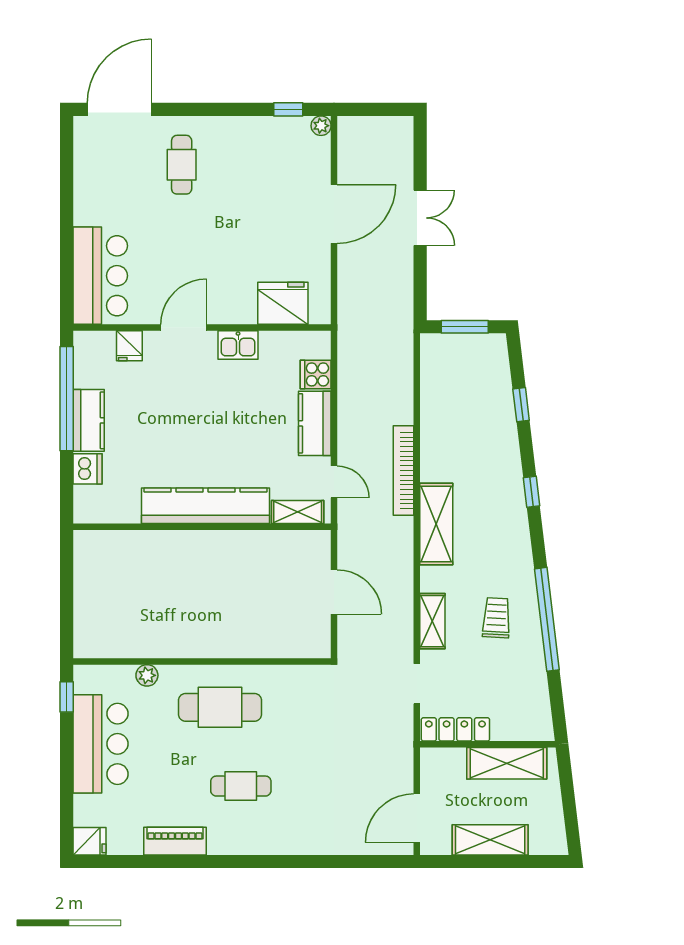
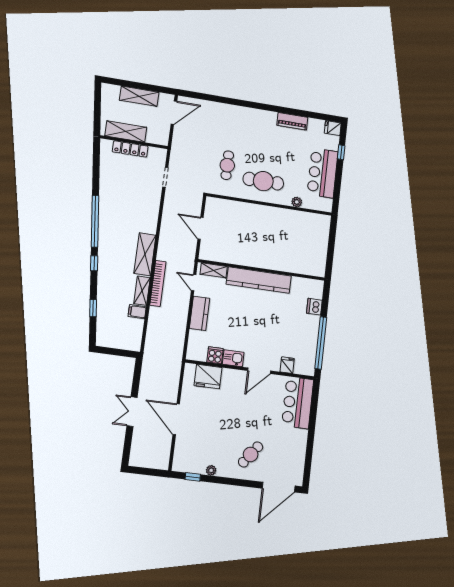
plant: (321, 126) -> (211, 470), moved
cafe table: (182, 165) -> (251, 454), turned 37
door: (334, 214) -> (176, 419), hinge flipped
window: (465, 327) -> (117, 352), removed
cooker: (316, 374) -> (215, 355), moved, turned -90
filing cabinet: (436, 410) -> (137, 312), added
kitchen counter: (89, 420) -> (311, 331), removed
trolley: (496, 618) -> (121, 203), removed
window: (547, 619) -> (95, 221), moved
shelving: (432, 621) -> (142, 291), moved
window: (67, 697) -> (341, 152), moved
locker: (455, 729) -> (130, 149), moved
cafe table: (241, 786) -> (227, 165), moved, turned 90

